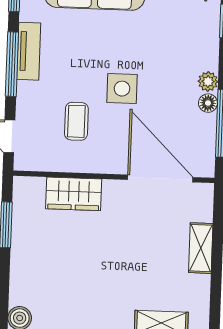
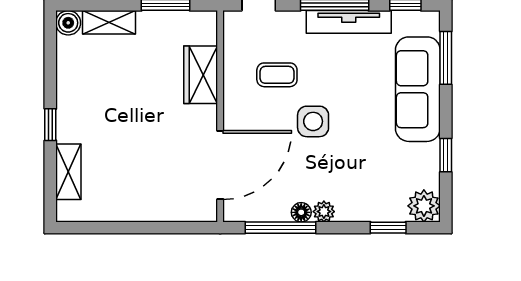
tv unit: (29, 51) -> (349, 22), width x1.41
shelving: (201, 248) -> (109, 22), moved

